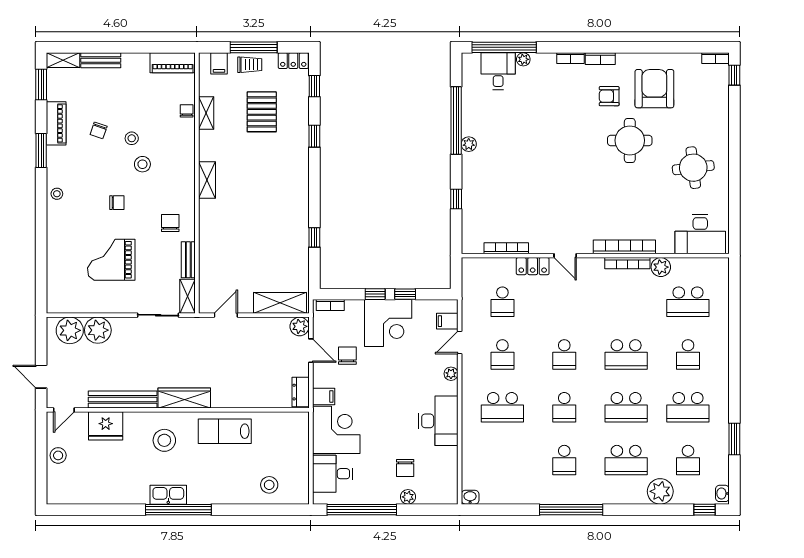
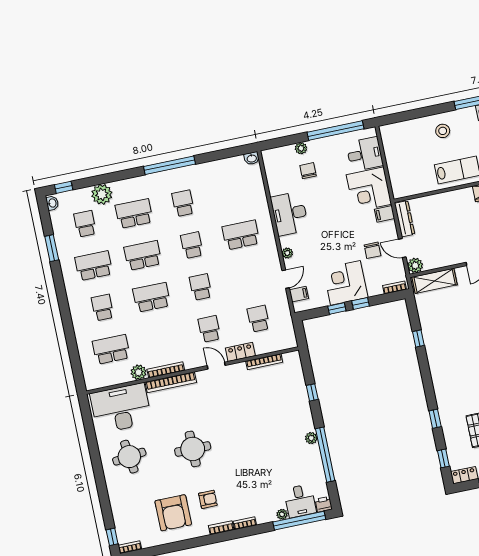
printer: (470, 61) -> (324, 504), added
round table: (630, 140) -> (193, 449), moved
desk: (700, 234) -> (121, 408), width x1.36, depth x1.30
school desk: (502, 354) -> (209, 329), moved
dresser: (301, 392) -> (405, 219), width x1.44
stool: (269, 485) -> (443, 131), moved

